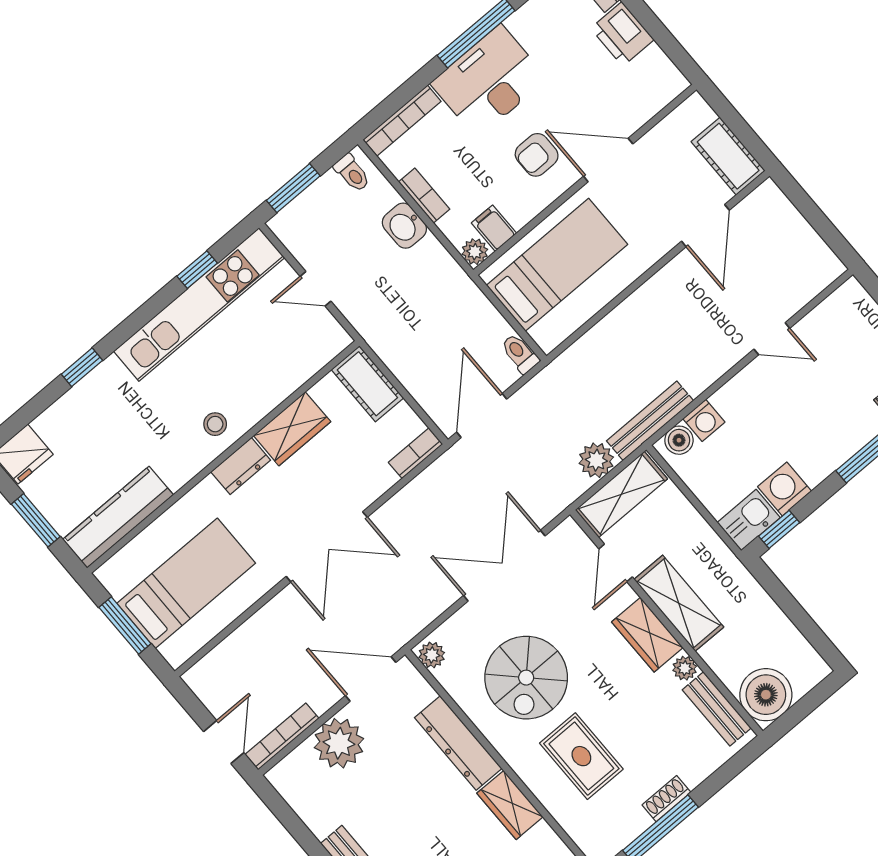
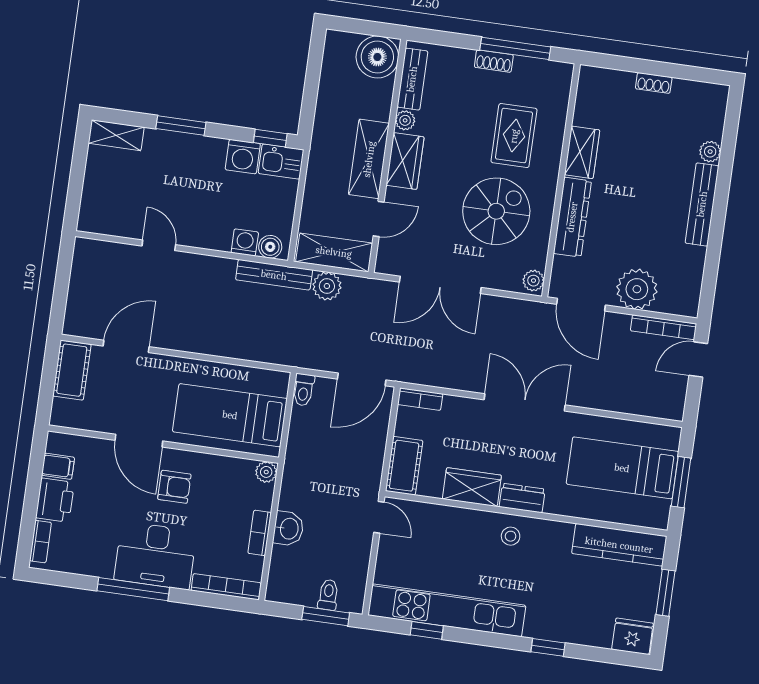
toilet: (352, 173) -> (328, 595), moved
filing cabinet: (494, 228) -> (58, 466), moved, turned -90
door: (315, 289) -> (379, 517), moved

